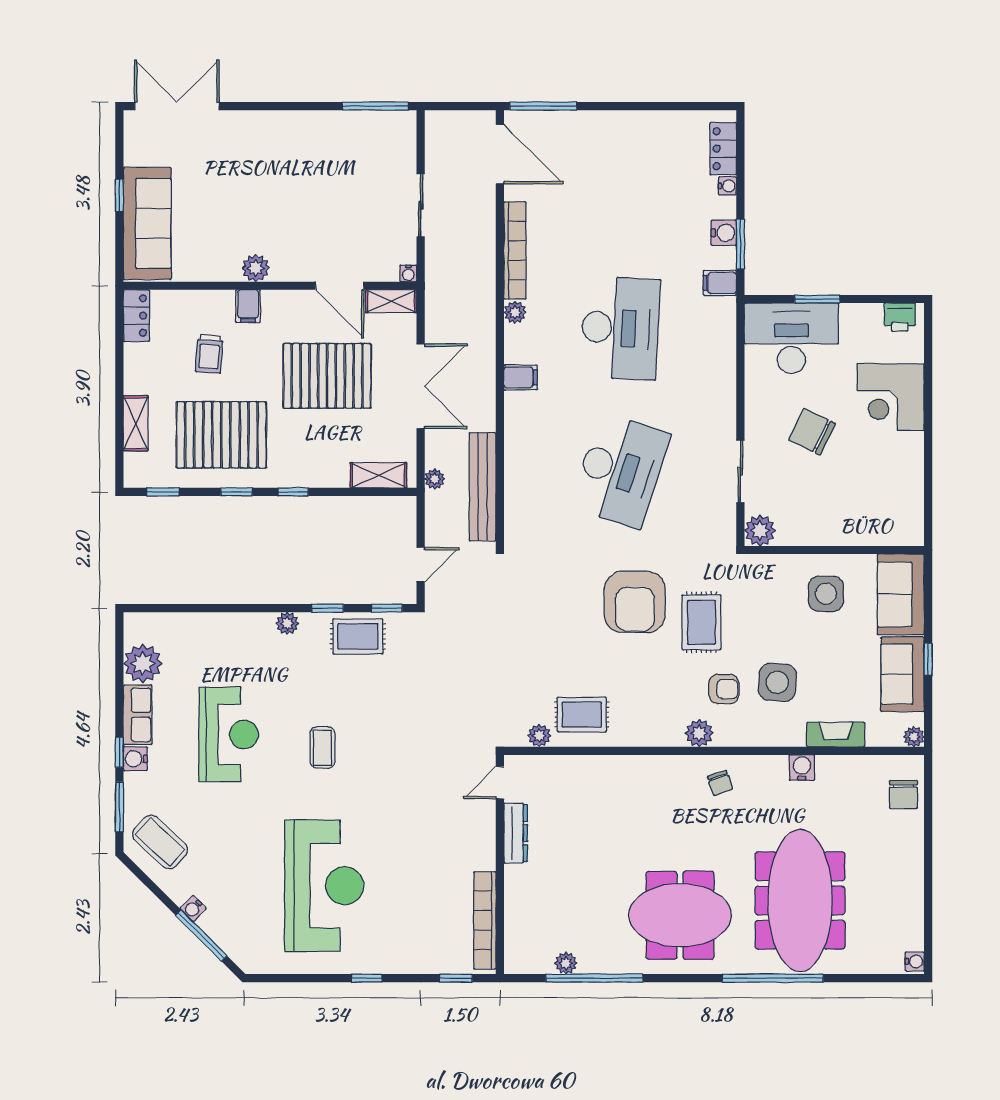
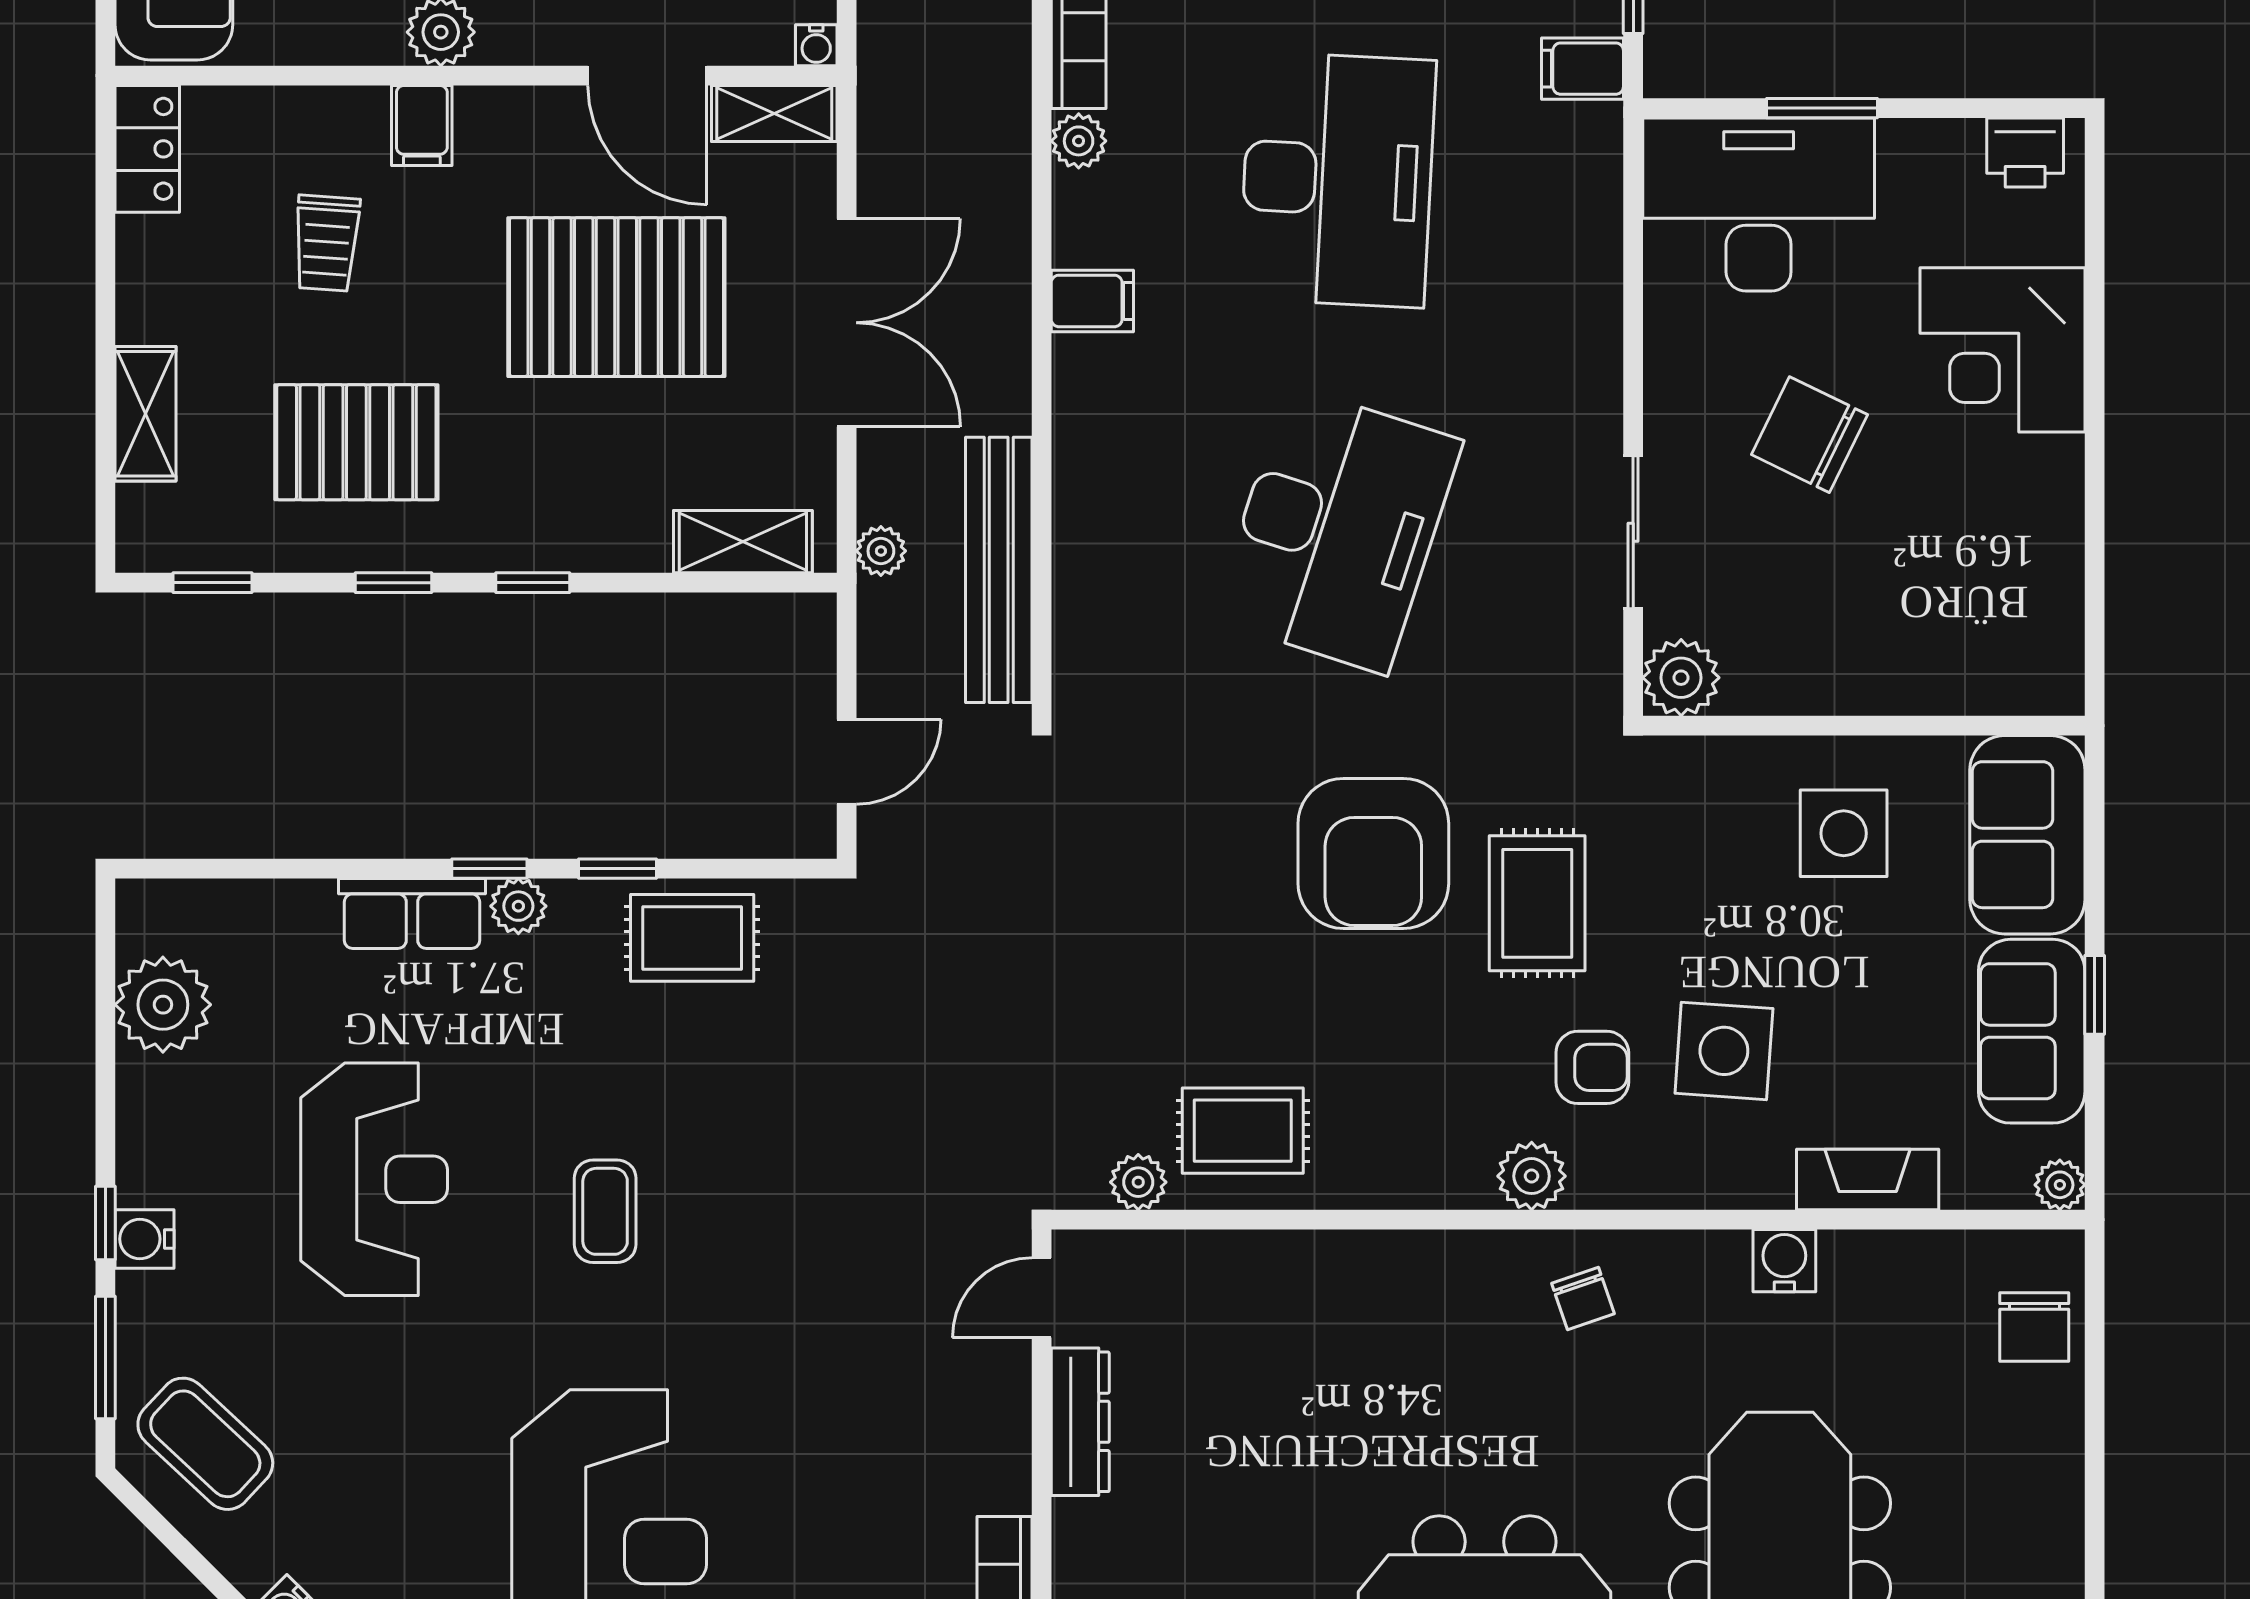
pallet: (221, 435) -> (356, 442), width x0.73, depth x0.71
window: (387, 608) -> (489, 869), moved
row of seats: (138, 715) -> (412, 913), moved, turned 90

